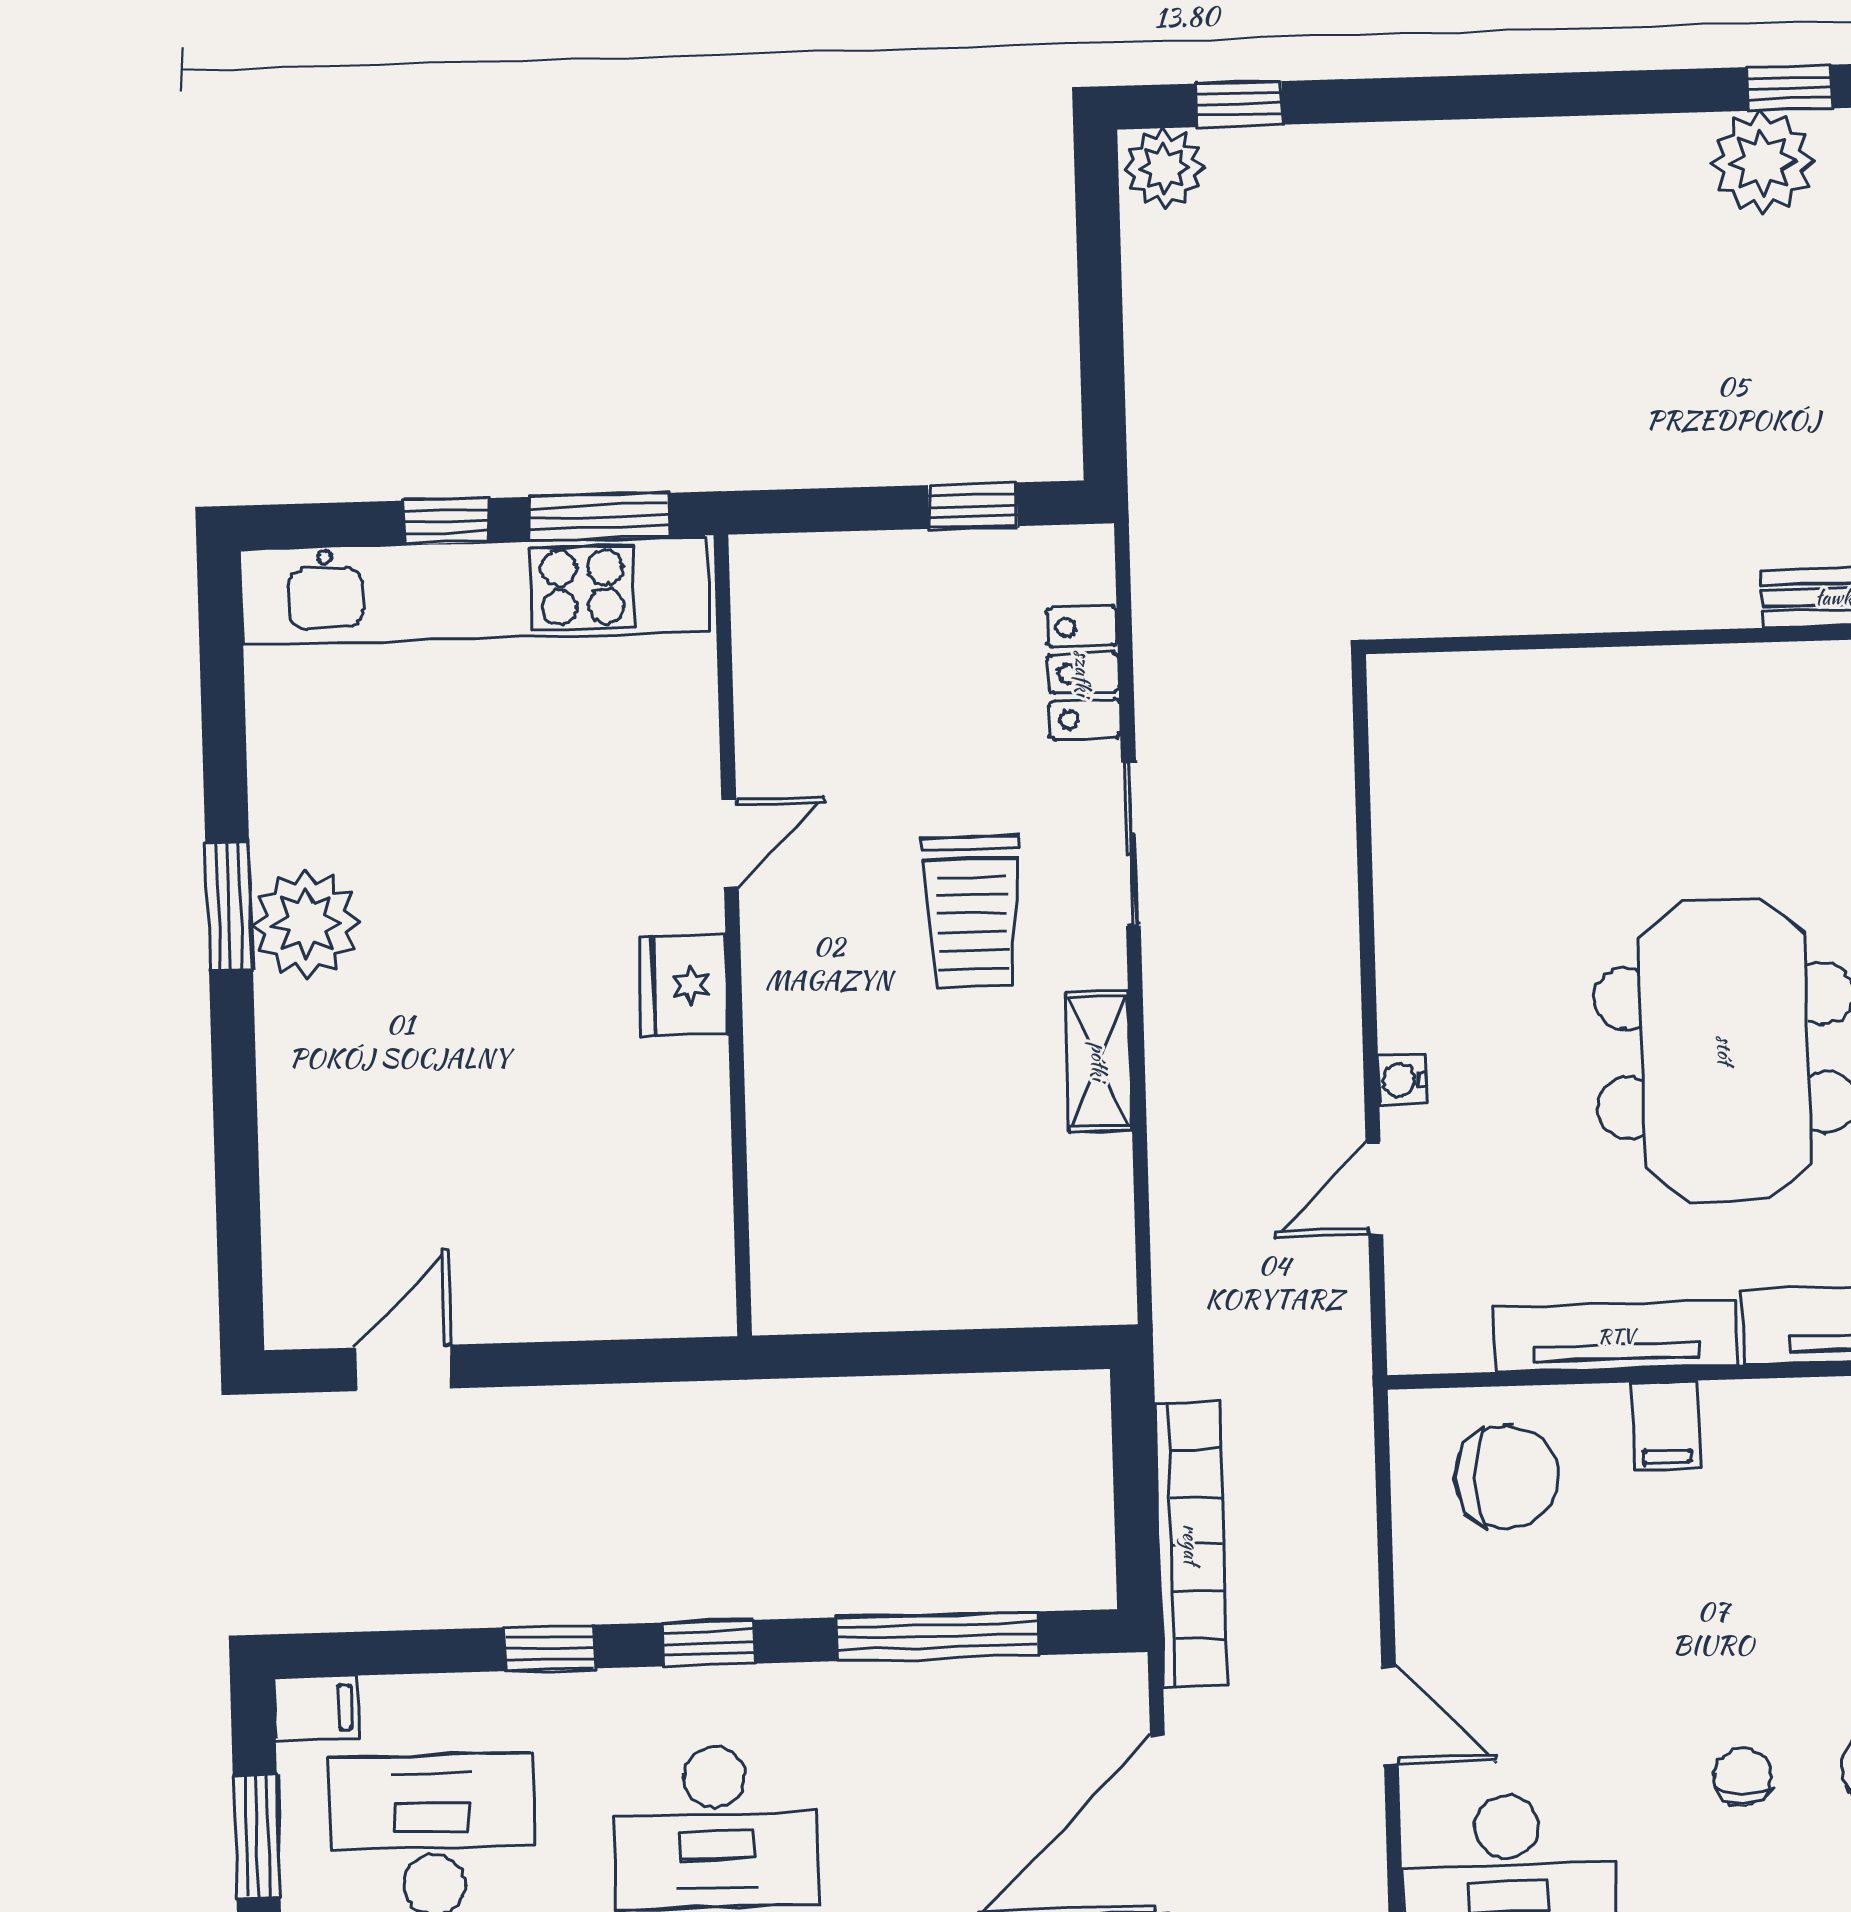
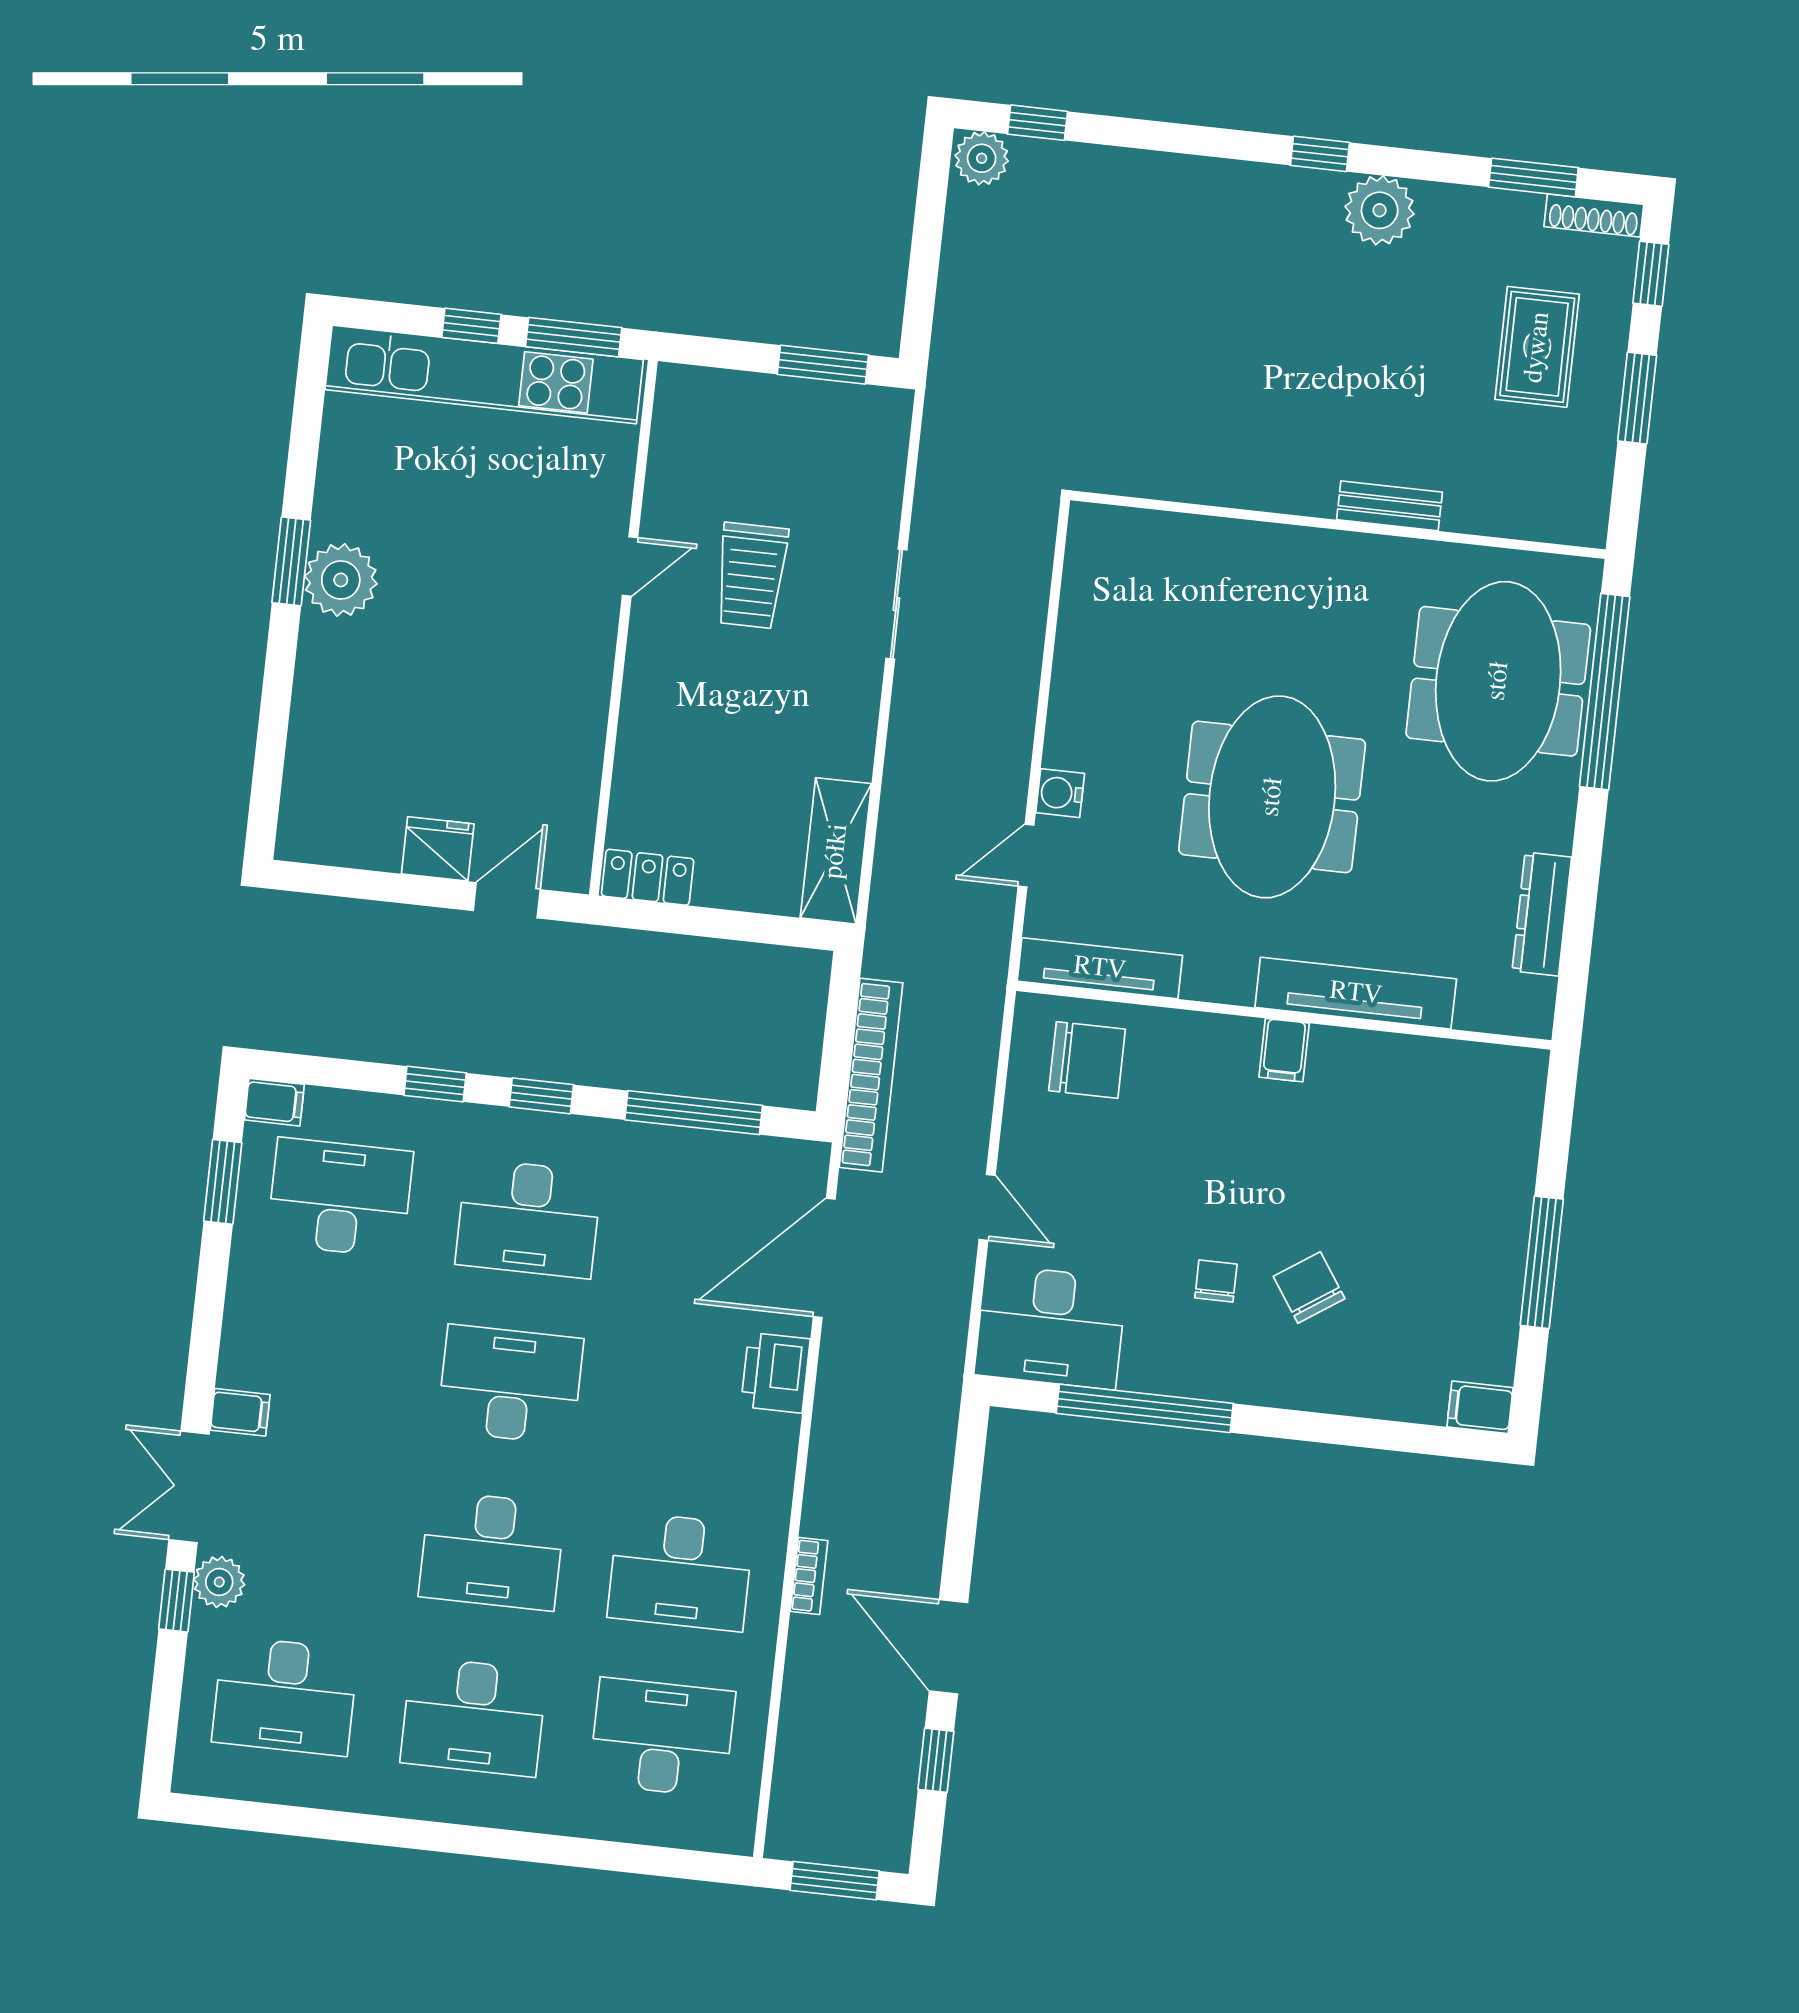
window: (1789, 88) -> (1320, 154), moved
window: (973, 506) -> (823, 365), width x1.50
locker: (1083, 673) -> (648, 877), moved, turned 90
trolley: (973, 912) -> (751, 576), moved
fridge: (684, 985) -> (438, 849), moved, turned 90
shelving: (1099, 1061) -> (836, 851), moved, width x1.50, depth x1.33
water cooler: (1402, 1080) -> (1060, 793), width x1.38, depth x1.38
tv unit: (1616, 1336) -> (1100, 968), moved
door: (404, 1368) -> (507, 900), moved
filing cabinet: (1666, 1426) -> (1284, 1050), moved

